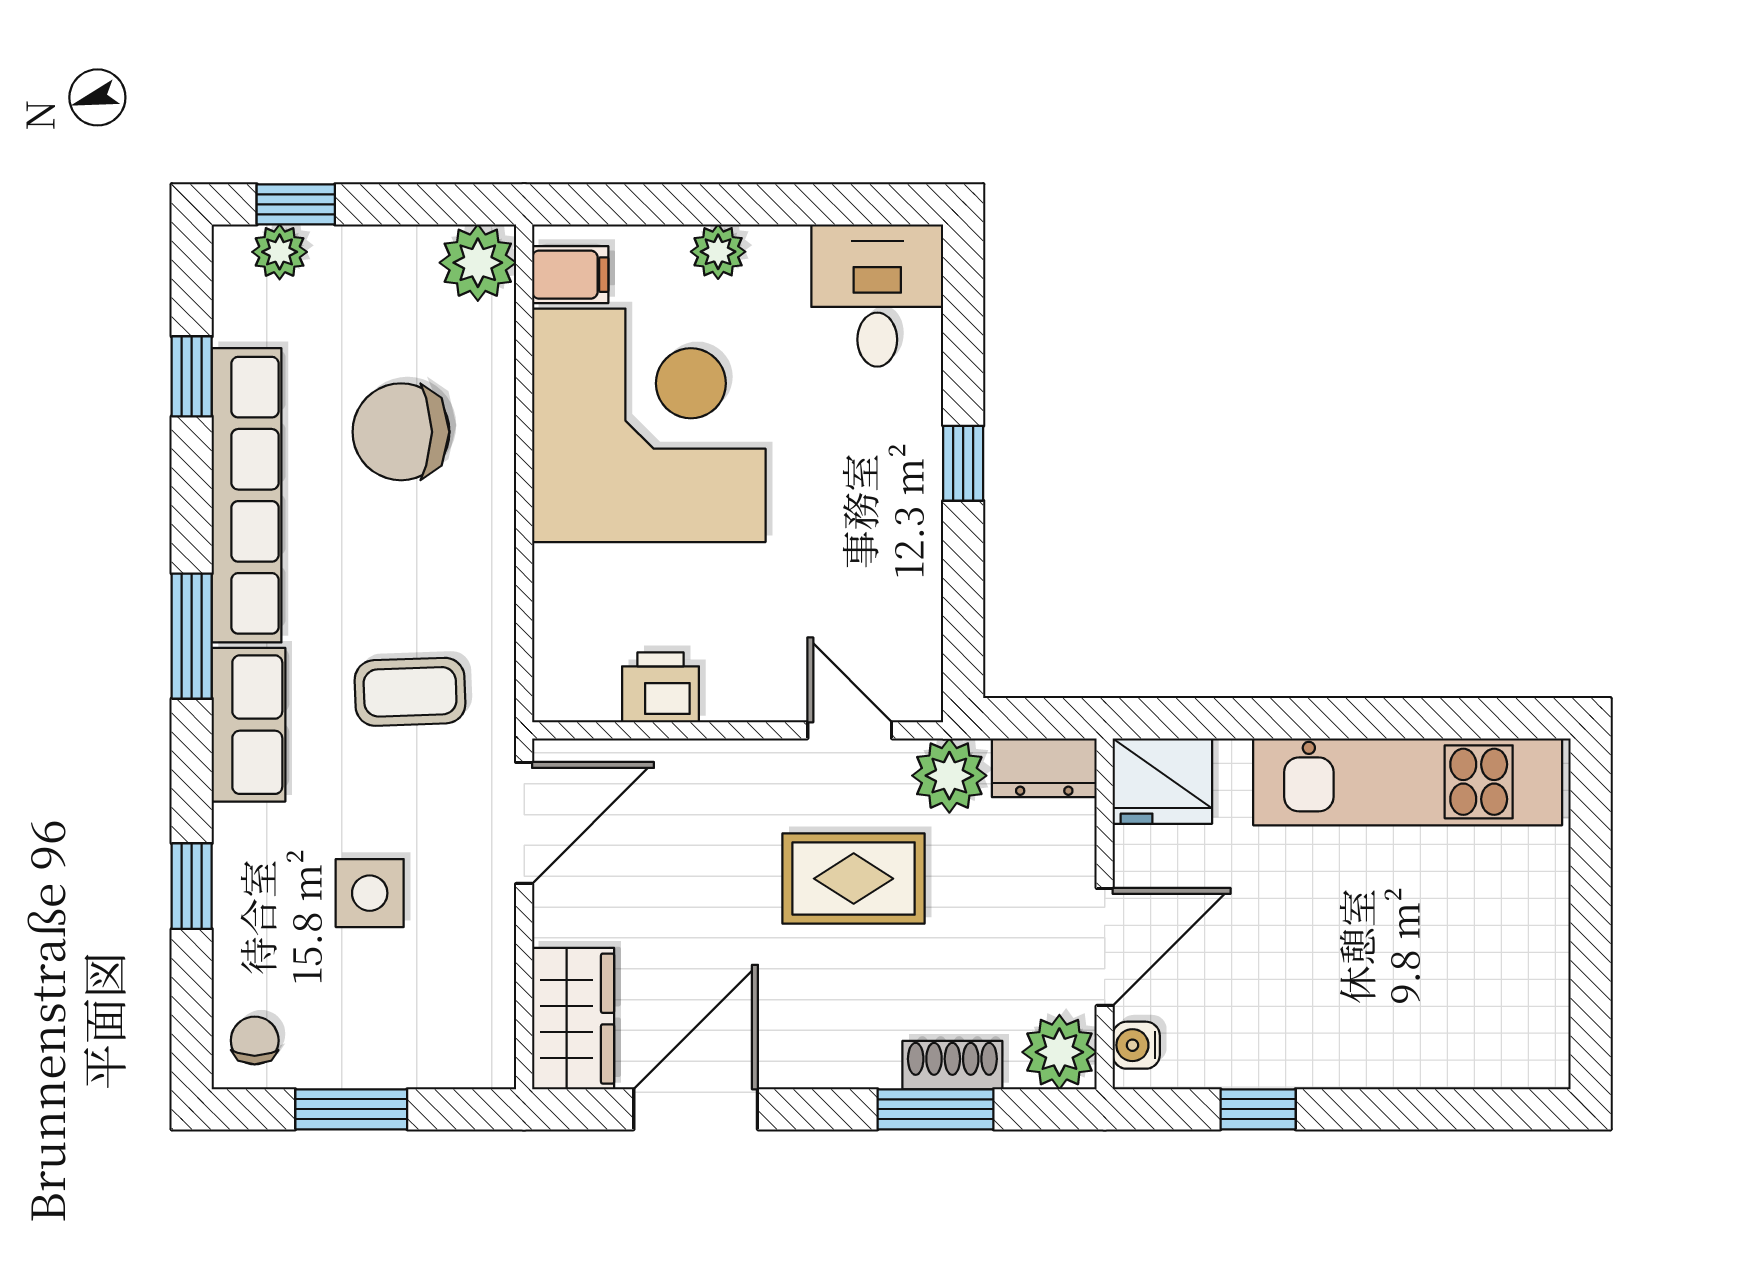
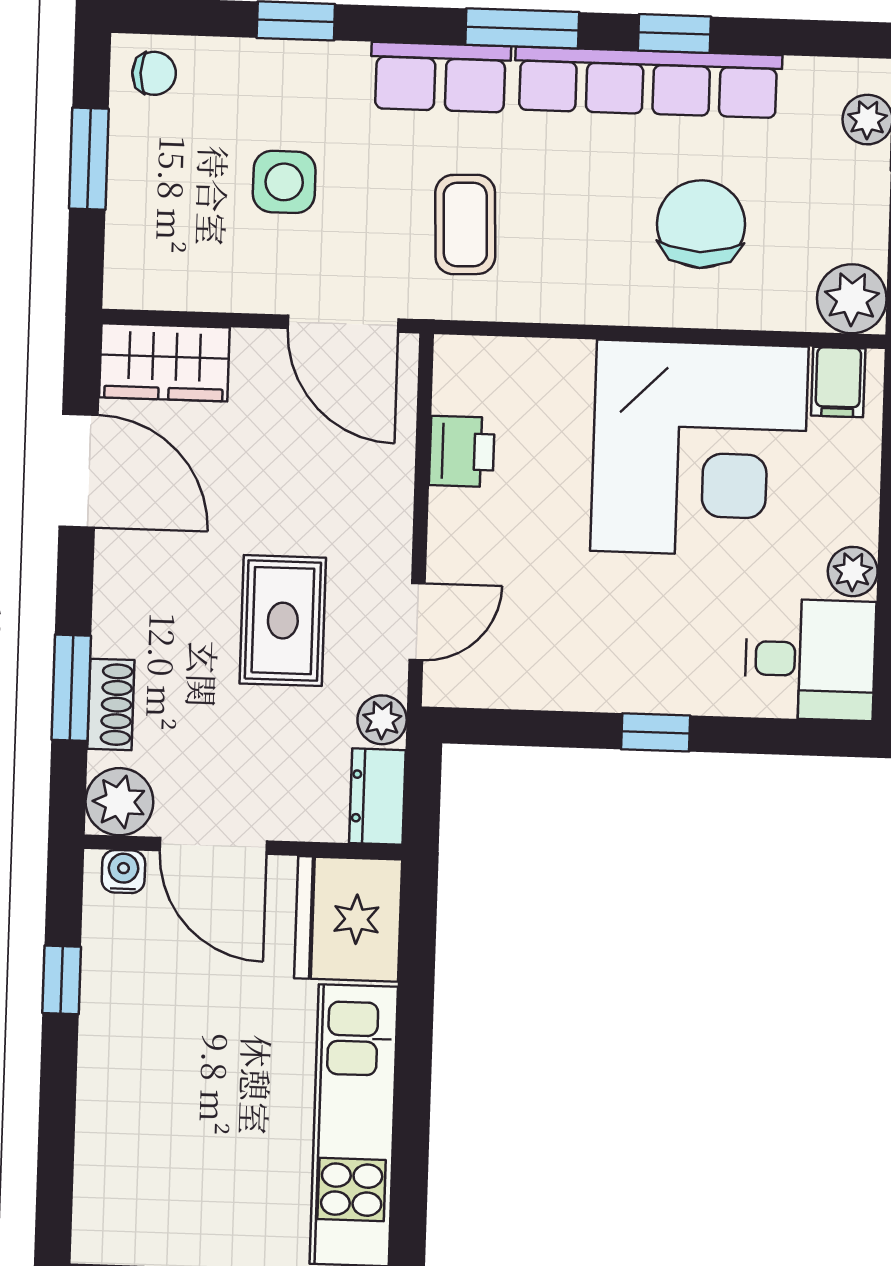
plant: (718, 252) -> (853, 572), moved
window: (192, 376) -> (674, 33), moved
plant: (949, 776) -> (382, 720), width x0.73, depth x0.73
fridge: (1162, 781) -> (348, 919), width x1.36, depth x1.34

